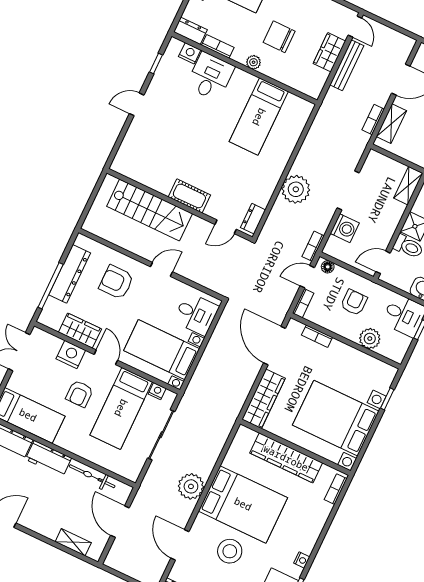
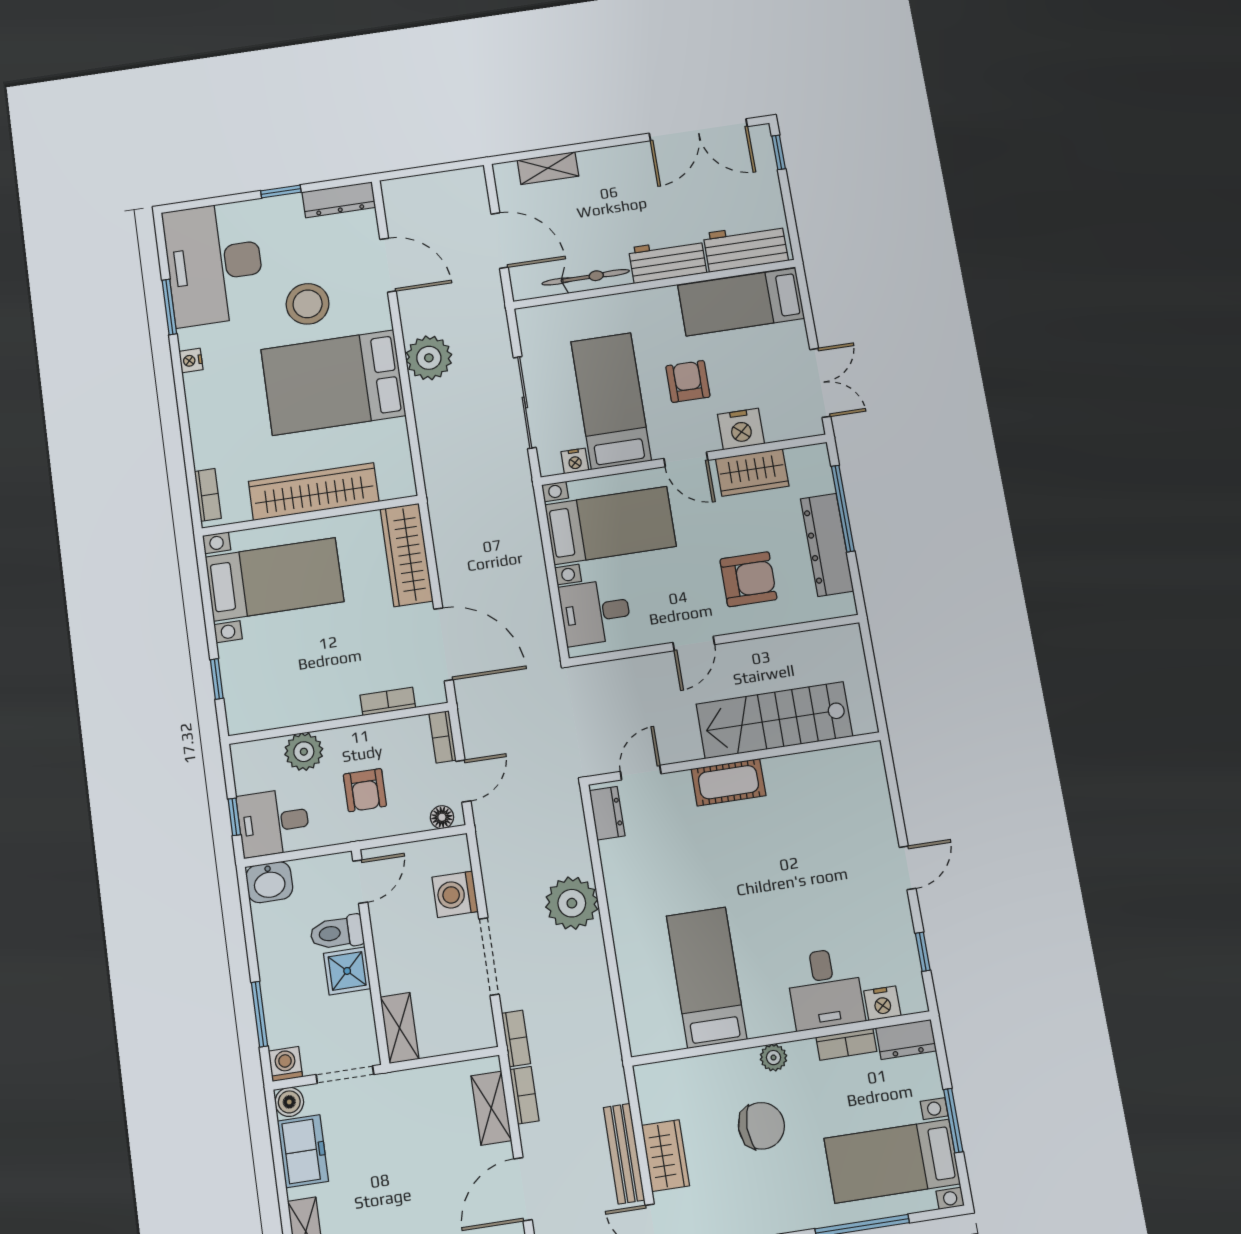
bookcase: (313, 246) -> (516, 1038), moved
bed with nightstands: (336, 418) -> (274, 579), width x0.73

